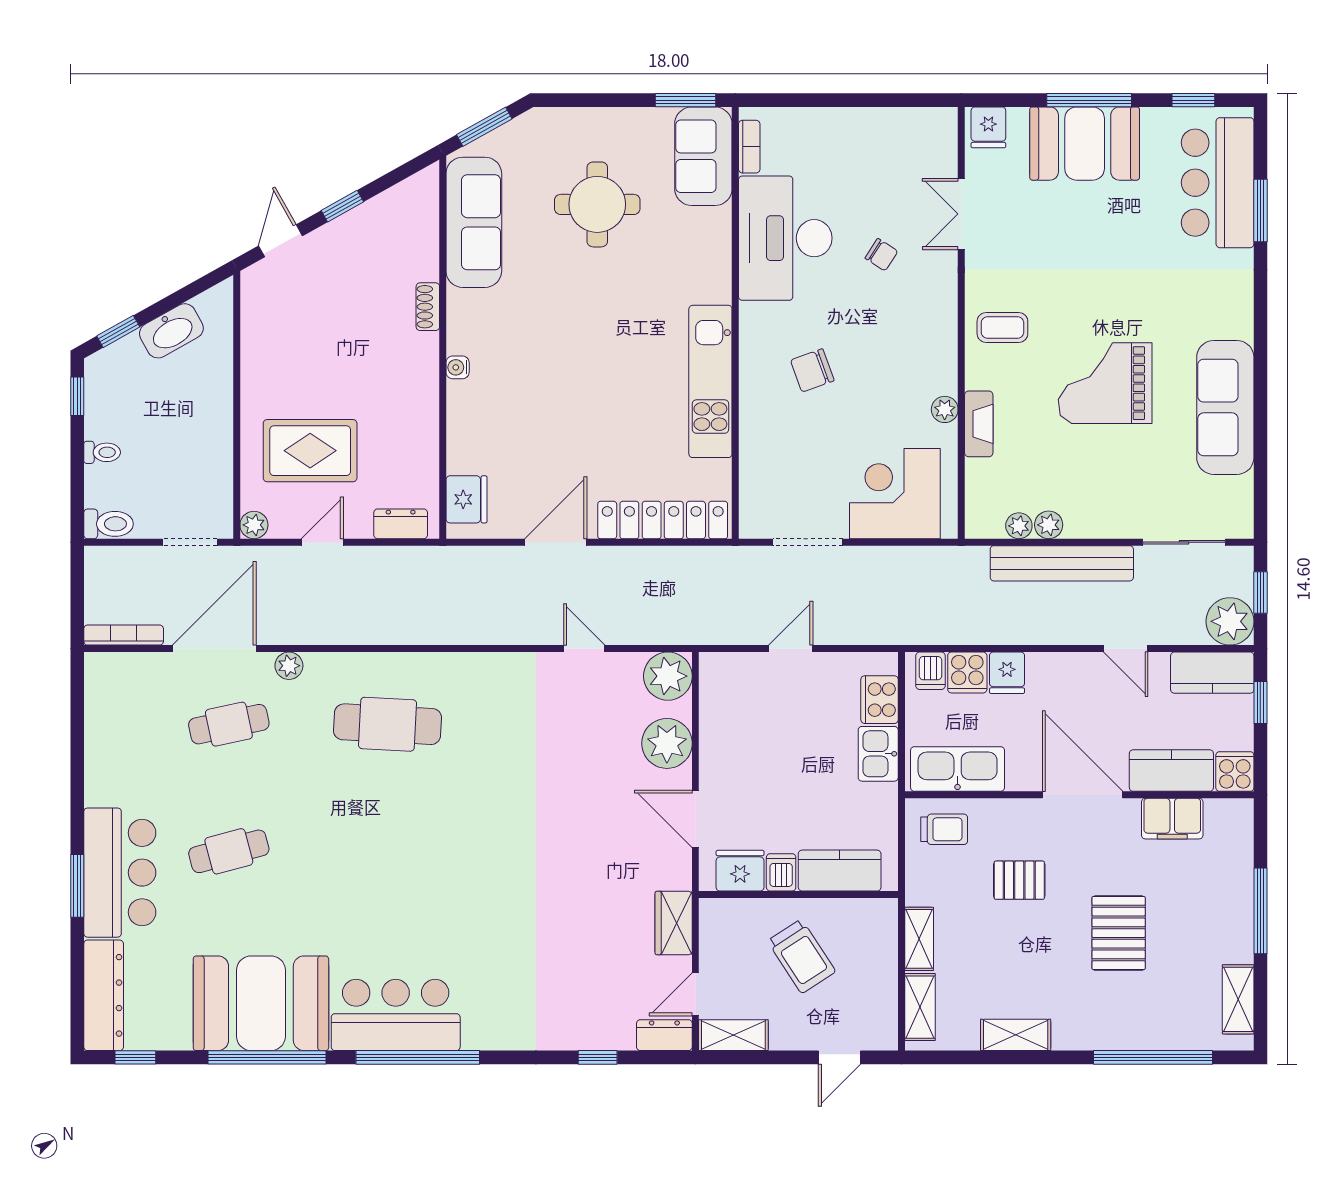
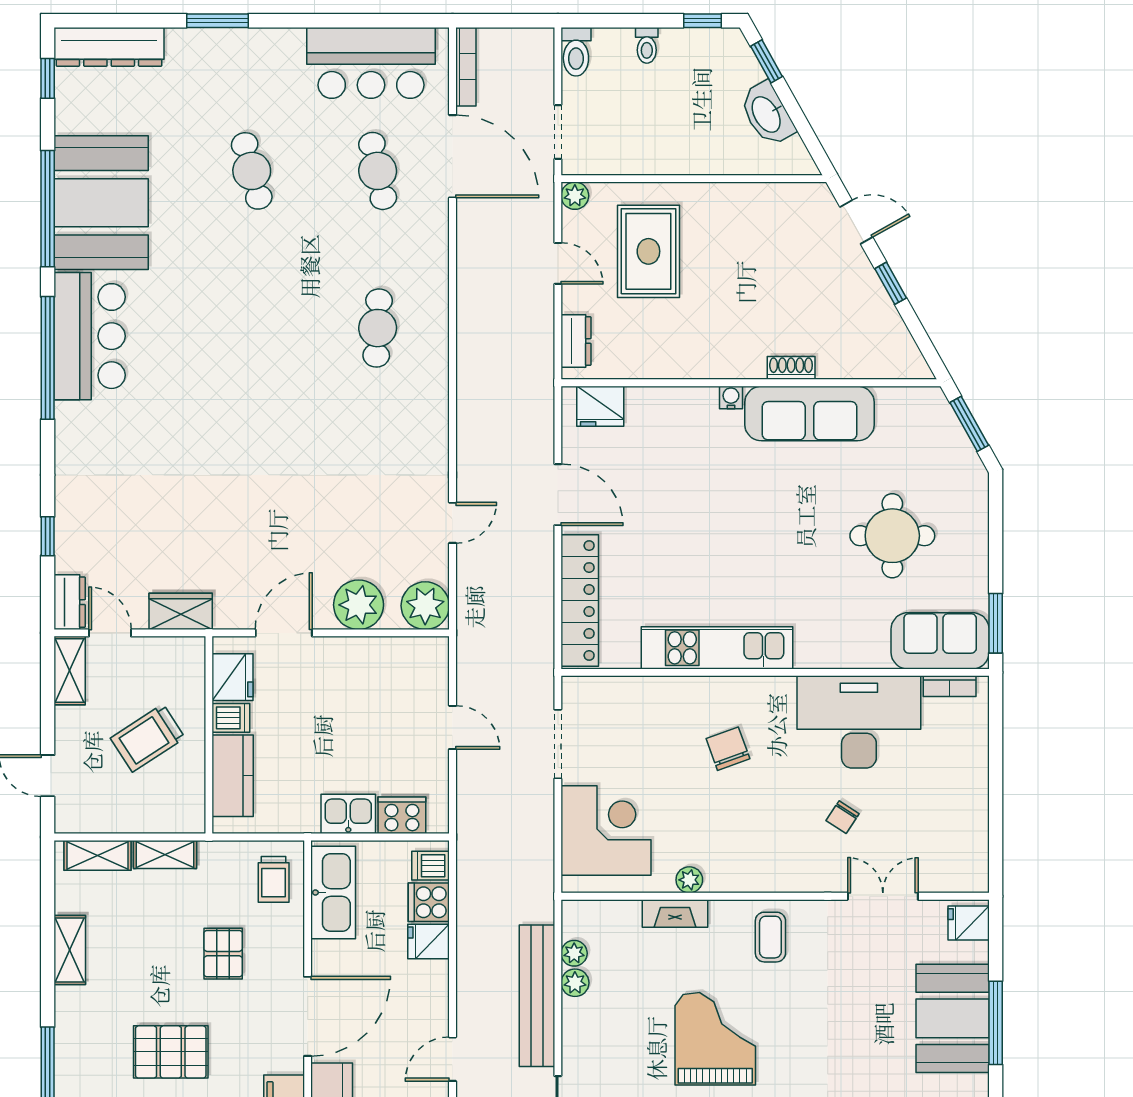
sofa: (474, 222) -> (809, 414), moved
plant: (289, 666) -> (435, 230), removed
cafe table: (388, 724) -> (378, 328), width x0.73, depth x0.74
bar counter: (120, 873) -> (371, 63), moved

